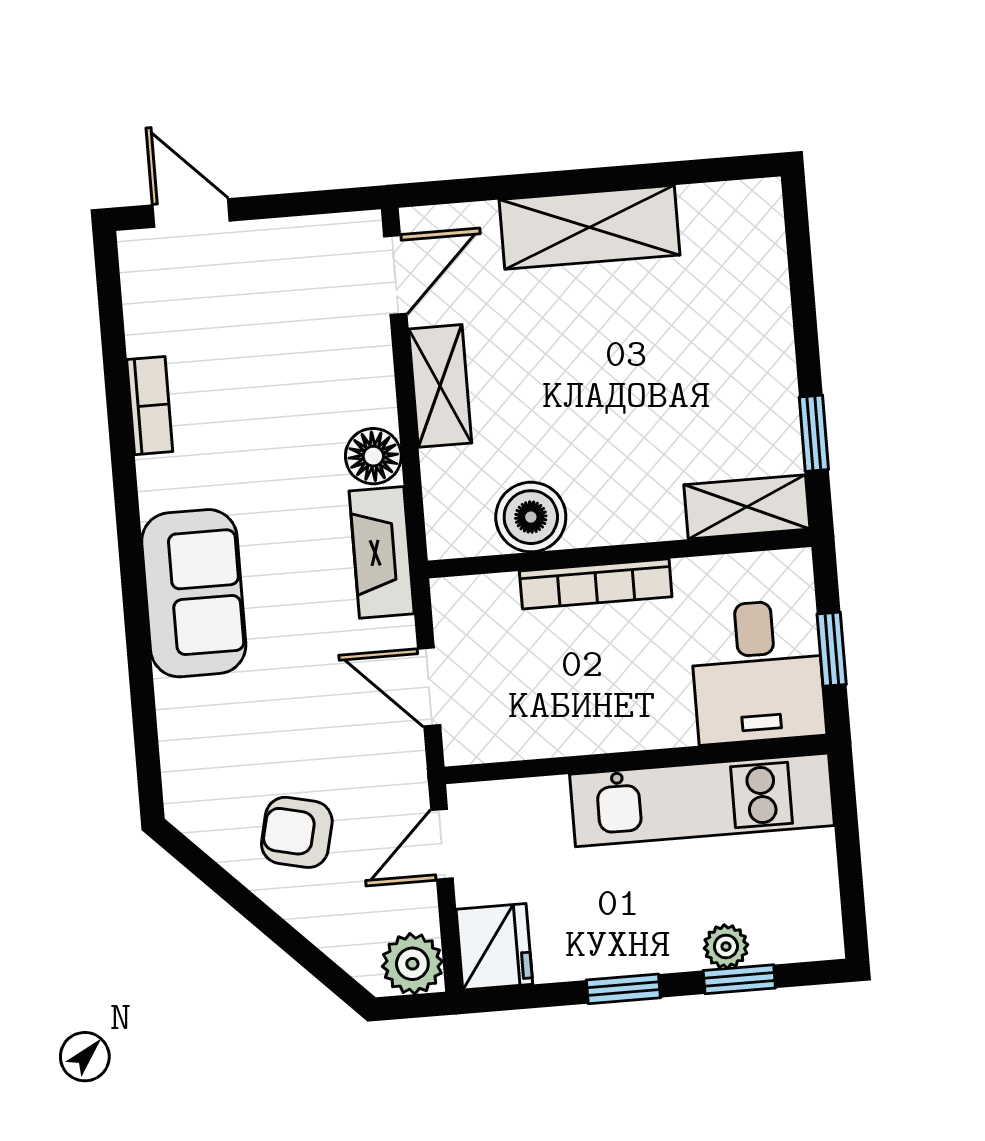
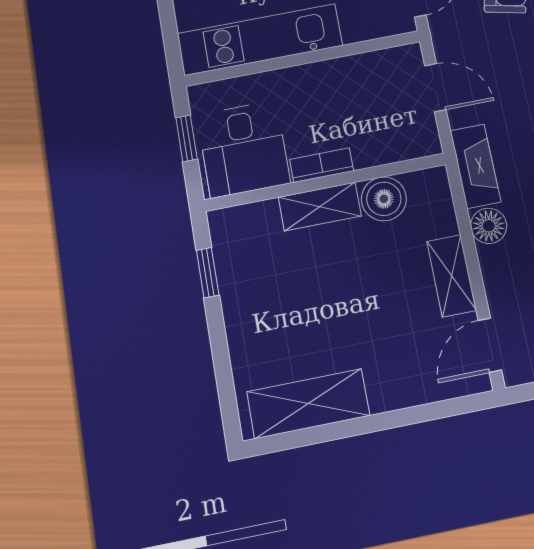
shelving: (590, 227) -> (308, 404), moved
shelving: (747, 507) -> (320, 206), moved
bookcase: (596, 584) -> (322, 165), width x0.64
desk: (757, 672) -> (244, 149), moved, turned 180

